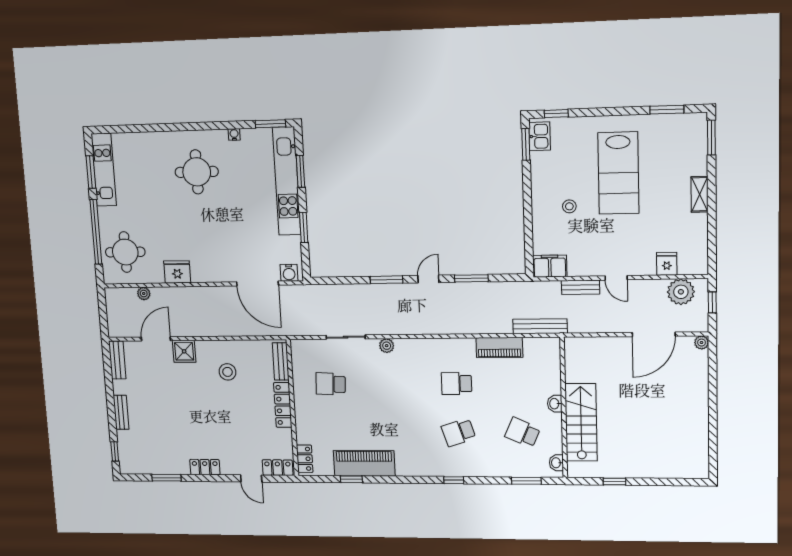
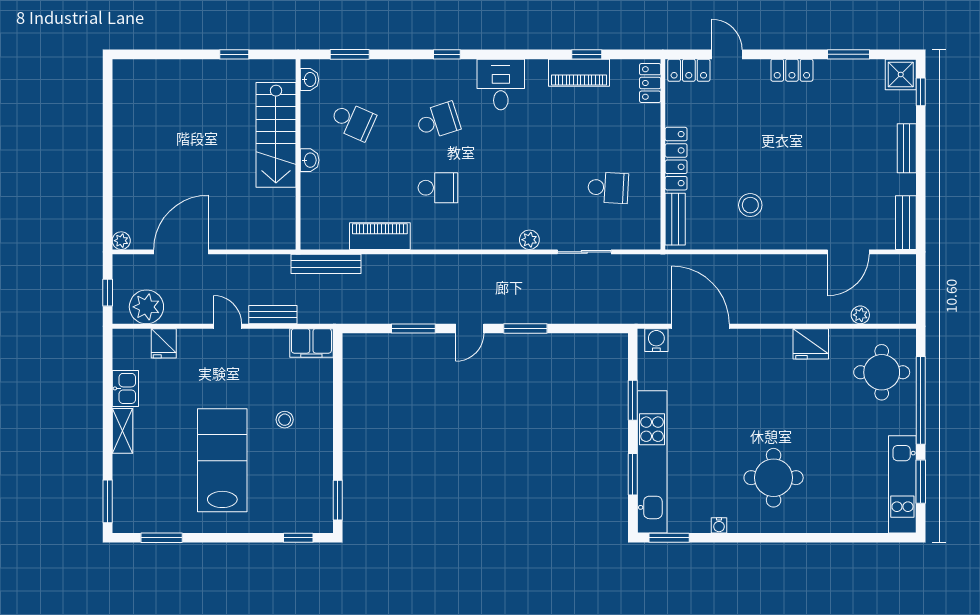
kitchen sink: (540, 136) -> (125, 388), moved, turned 180
shower: (184, 351) -> (901, 74), moved
desk: (413, 458) -> (501, 85), added
piano: (364, 463) -> (579, 73), width x0.73, depth x0.75

